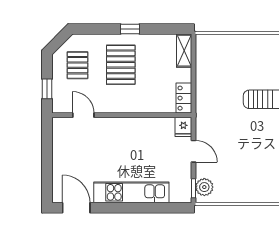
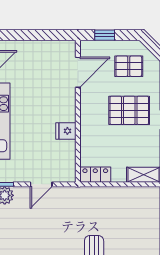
door: (83, 115) -> (78, 72), width x1.38
fridge: (183, 127) -> (66, 131), moved

